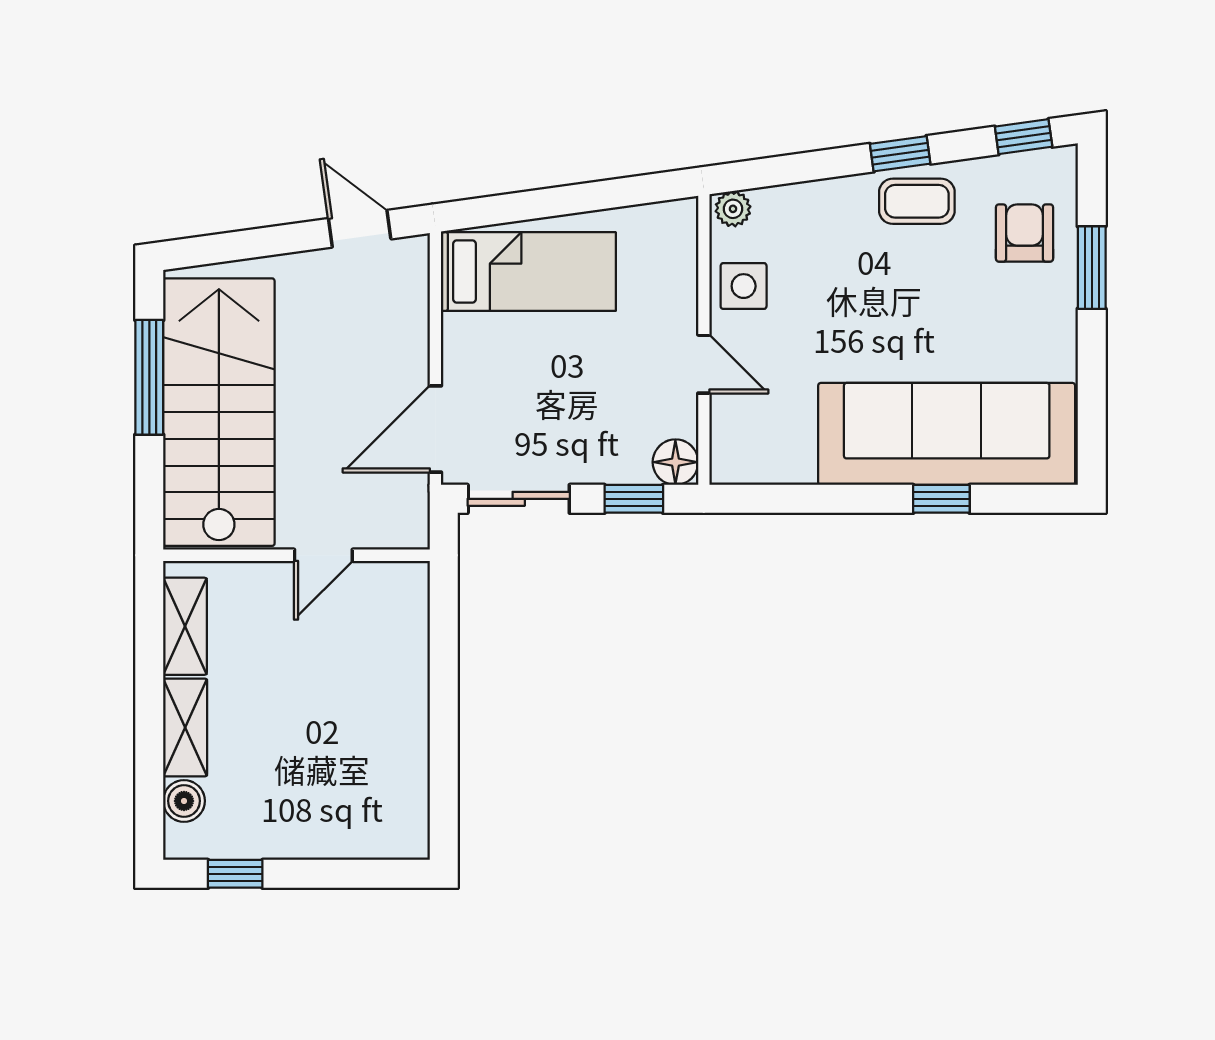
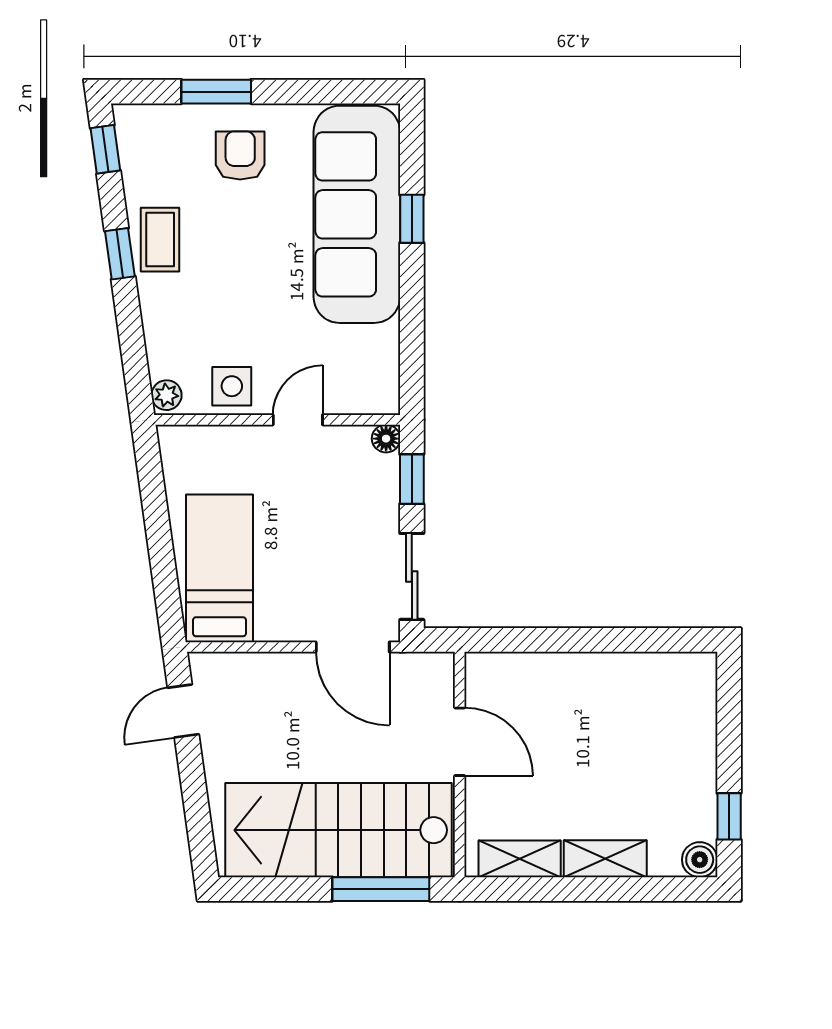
armchair: (1025, 233) -> (240, 156), moved, turned 90
window: (149, 377) -> (381, 889), moved
floor lamp: (675, 462) -> (386, 439), width x0.73, depth x0.73
door: (323, 555) -> (460, 742), width x1.38
boiler: (184, 801) -> (700, 860), moved

